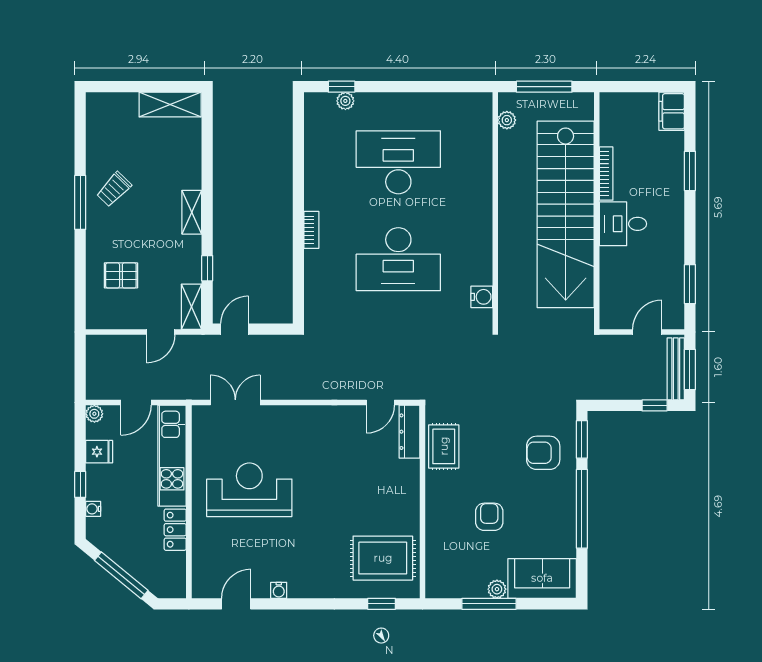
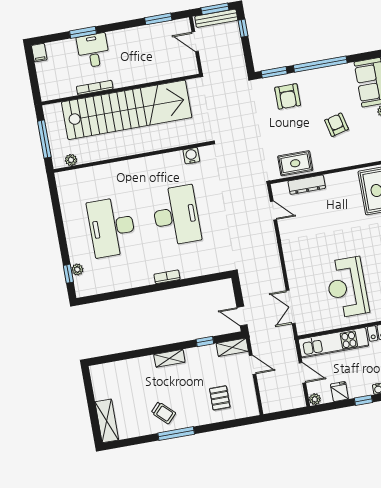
shelving: (170, 105) -> (107, 421), moved
filing cabinet: (672, 111) -> (39, 53), width x0.50
desk: (623, 224) -> (93, 50), moved, turned 180
dresser: (410, 432) -> (307, 185), moved
armchair: (489, 517) -> (337, 125), turned 76

